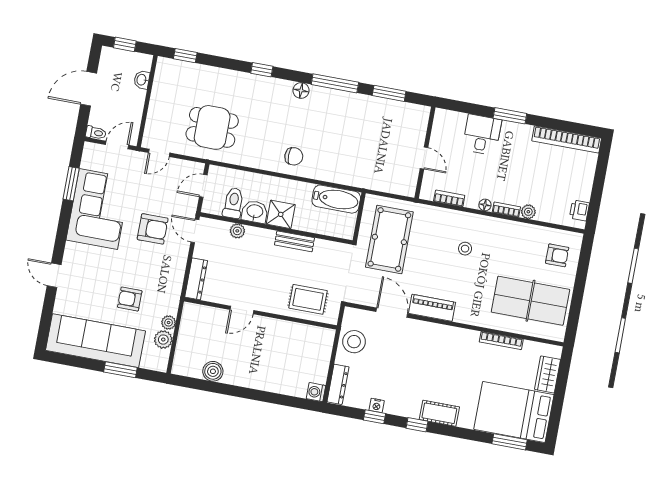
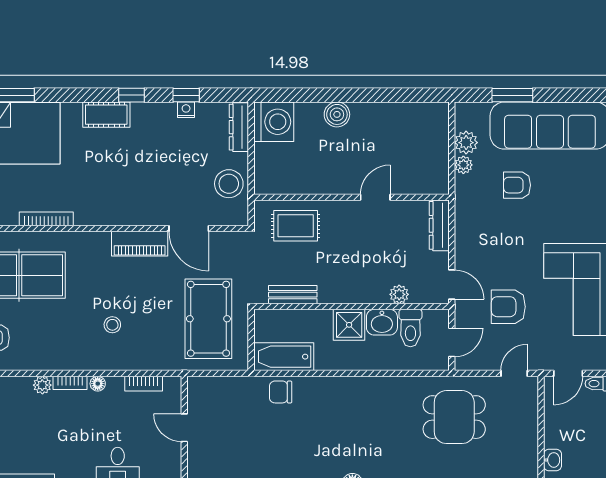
chair: (294, 156) -> (281, 392), moved
armchair: (153, 229) -> (508, 307), moved
bench: (295, 241) -> (293, 295), moved
armchair: (130, 299) -> (517, 185), turned 180
boiler: (213, 371) -> (337, 114), moved
washing machine: (316, 392) -> (274, 122), width x1.89, depth x1.89

